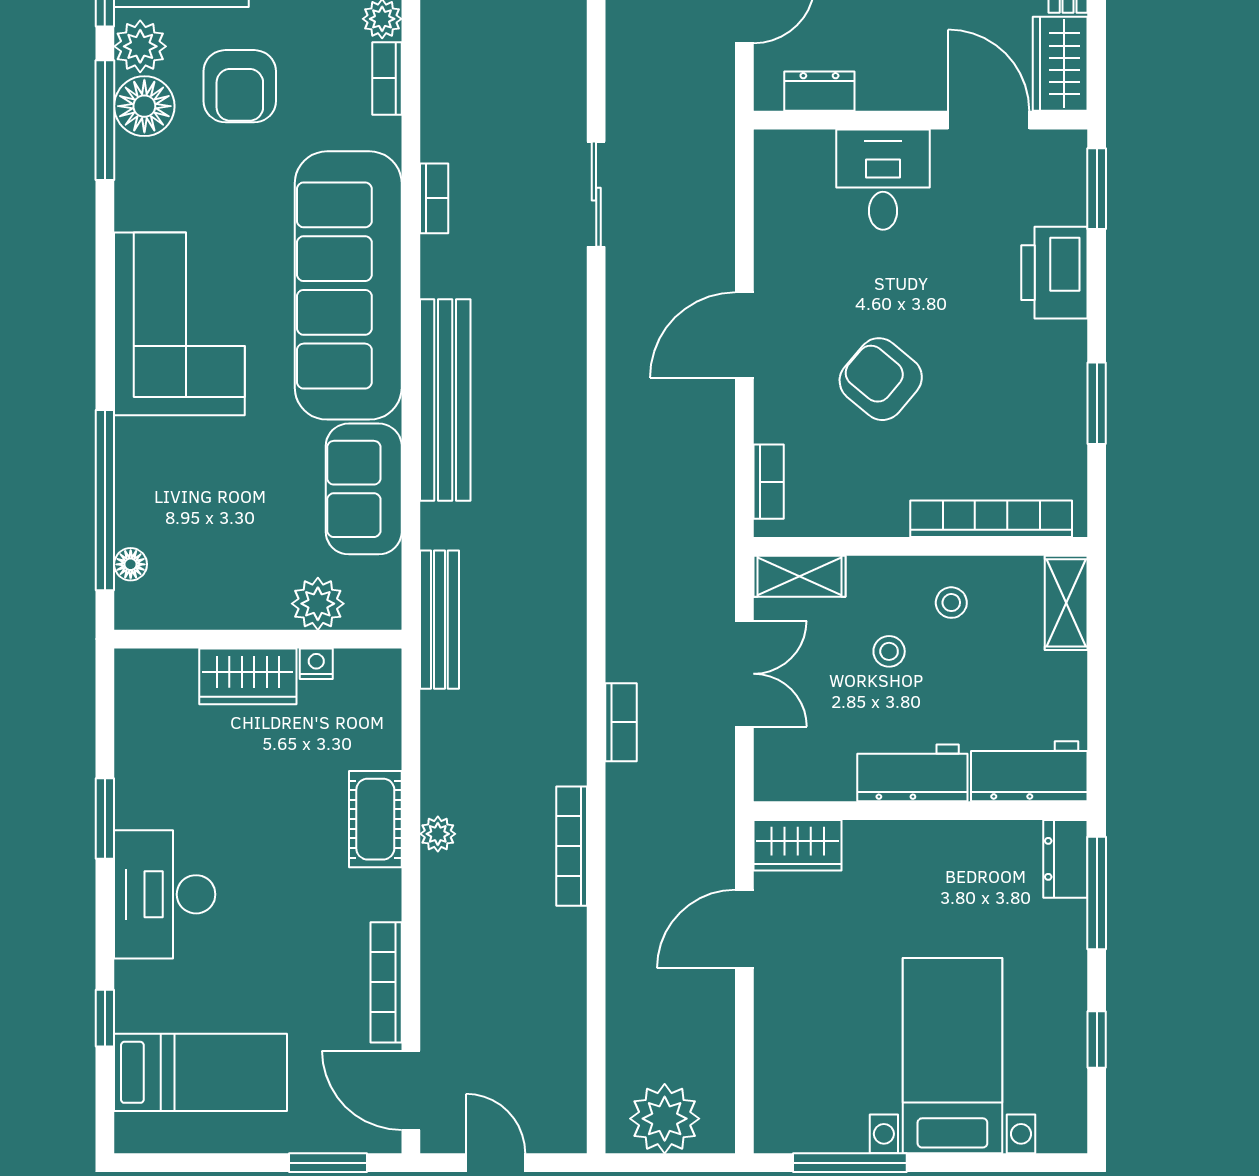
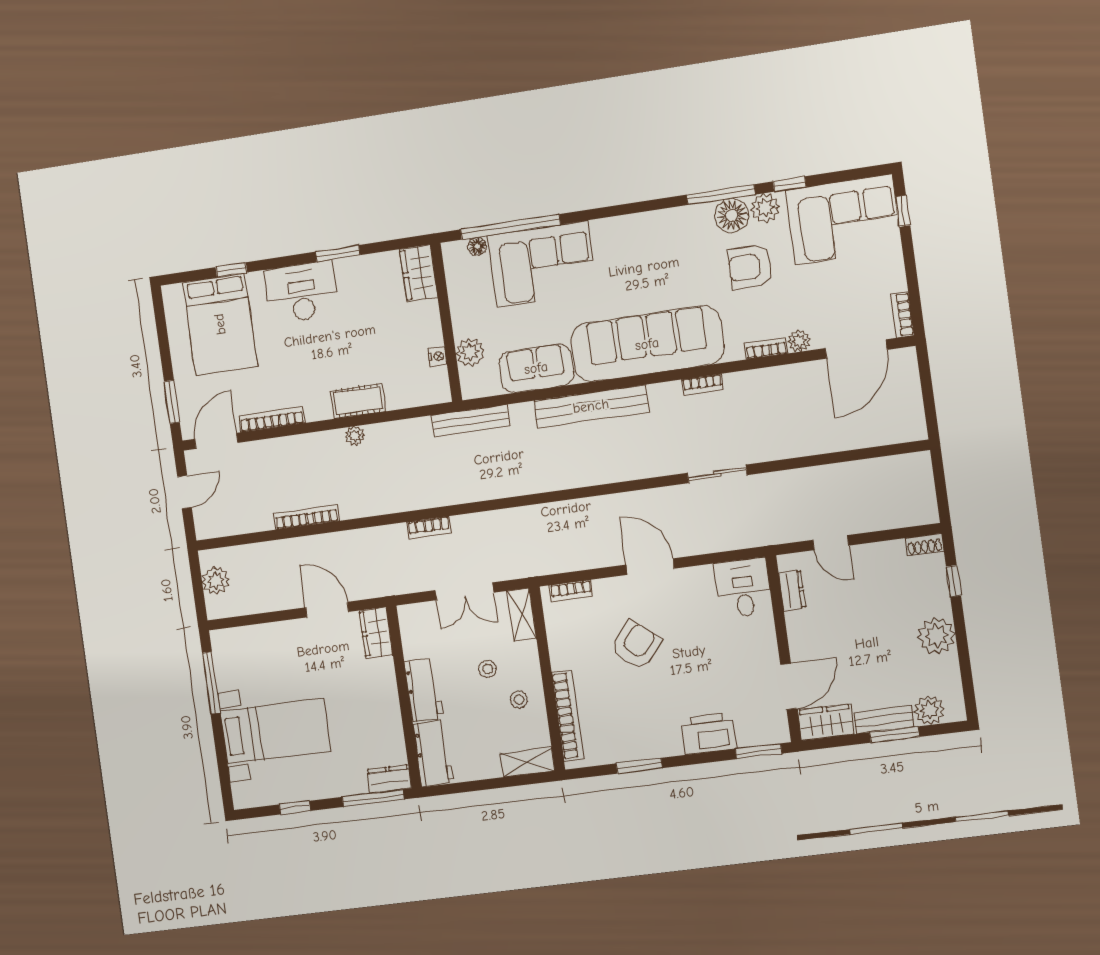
desk: (883, 180) -> (743, 588), moved, turned -90
corner sofa: (179, 324) -> (542, 264), moved
wardrobe: (248, 676) -> (419, 273), moved
bookcase: (572, 846) -> (306, 517), moved
bed: (201, 1072) -> (220, 324), width x1.50
plant: (665, 1119) -> (216, 581), width x0.73, depth x0.73

